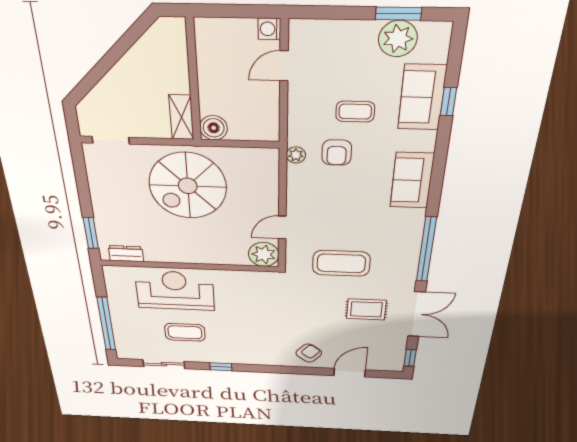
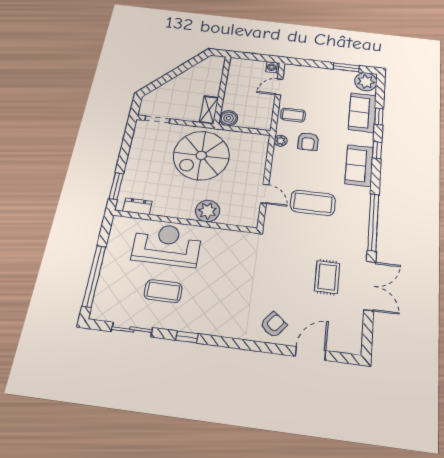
plant: (398, 39) -> (366, 82), moved
coffee table: (355, 112) -> (293, 115), moved
door: (282, 227) -> (265, 194), swing flipped
plant: (264, 254) -> (207, 211), moved
coffee table: (341, 263) -> (313, 203), moved
rug: (366, 309) -> (327, 277), turned 90
window: (410, 358) -> (377, 150), moved

